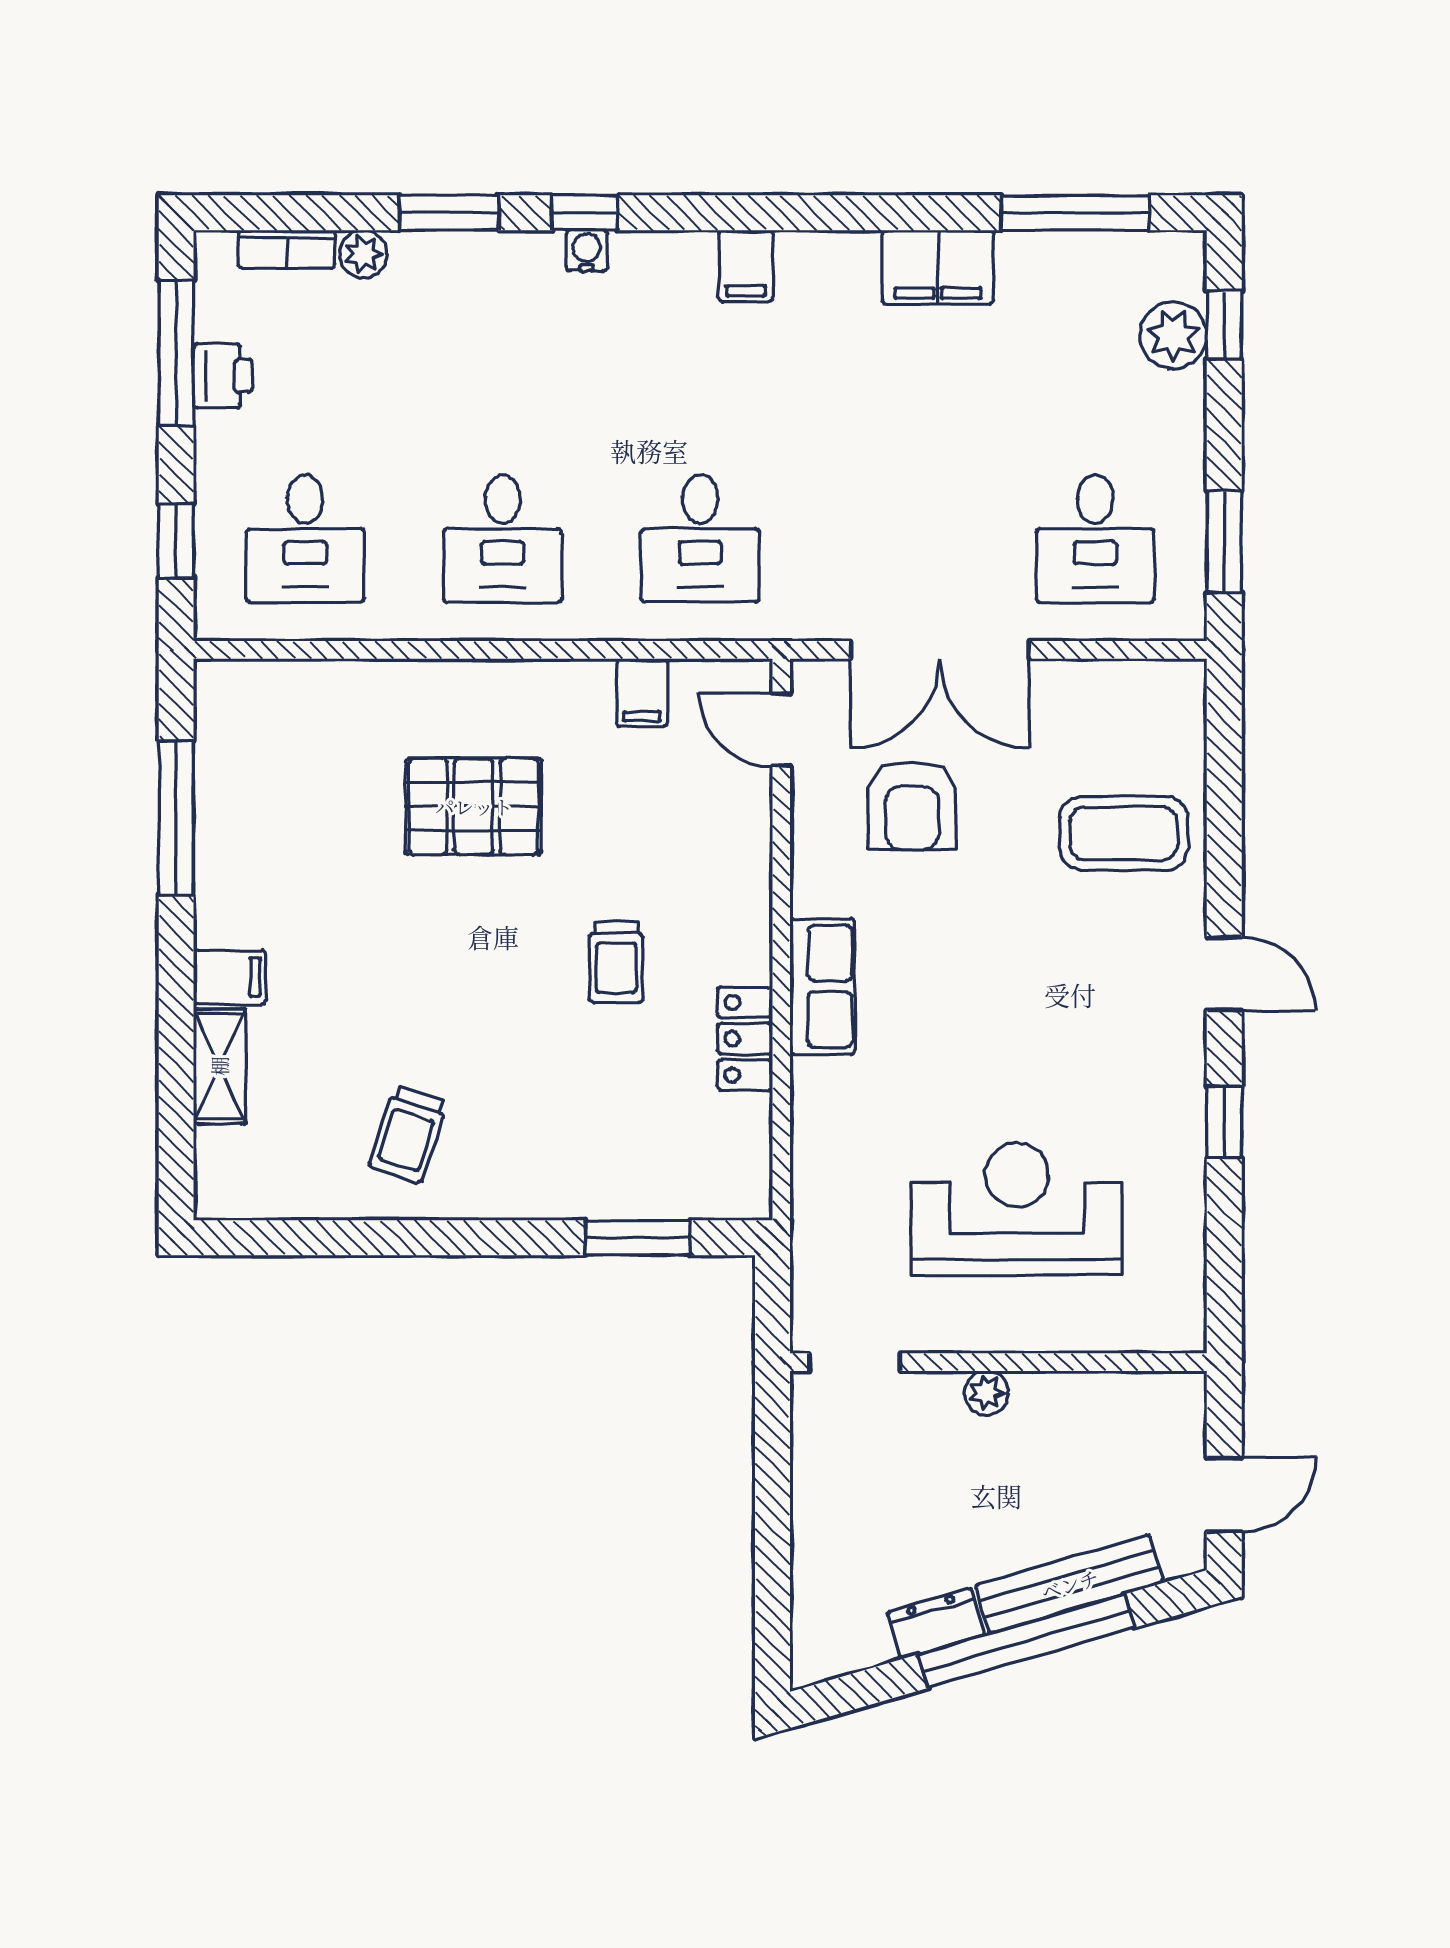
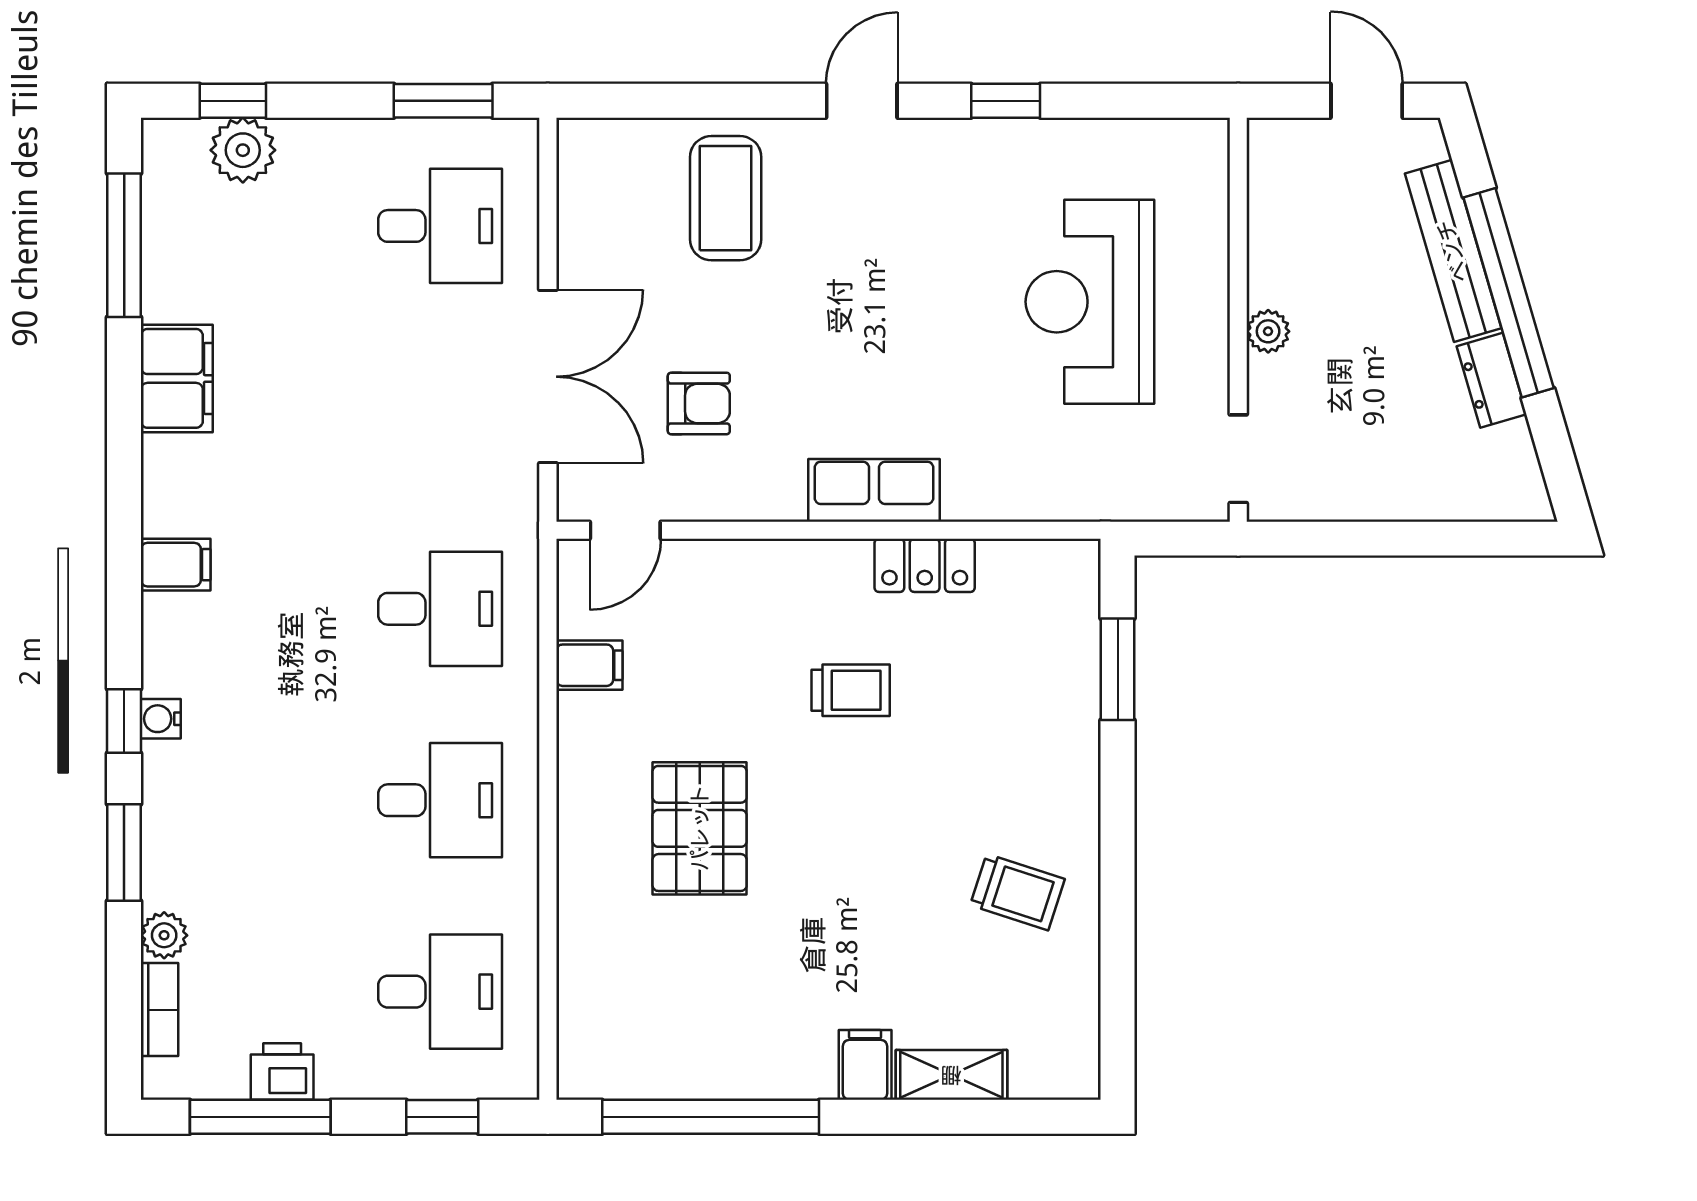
armchair: (912, 806) -> (699, 403), width x0.72, depth x0.72
window: (176, 818) -> (711, 1117), width x1.46

